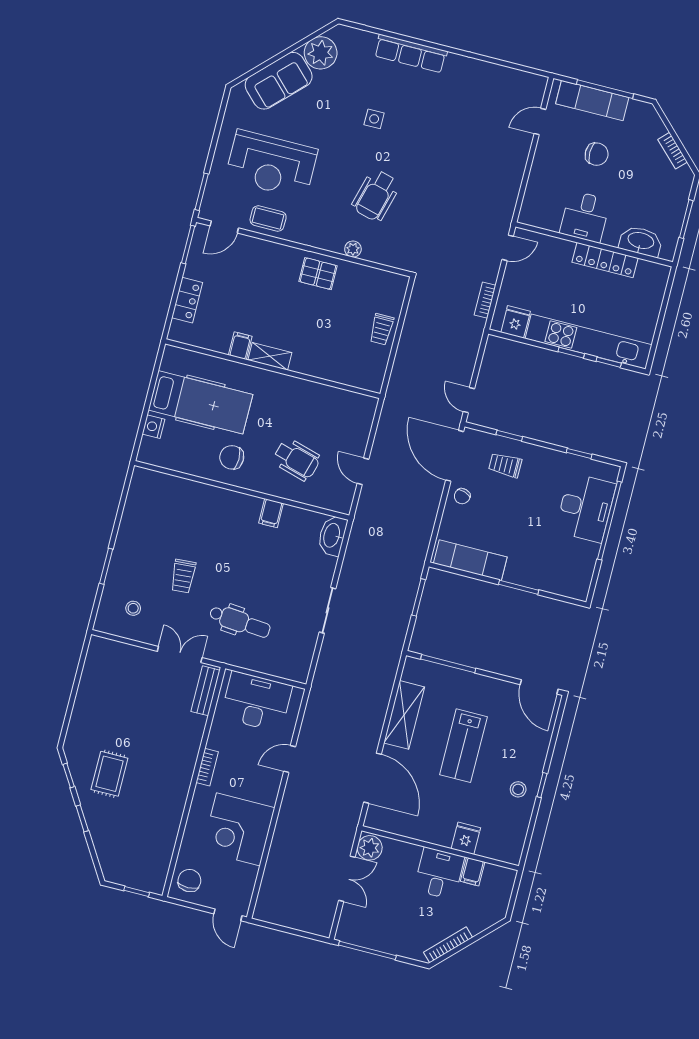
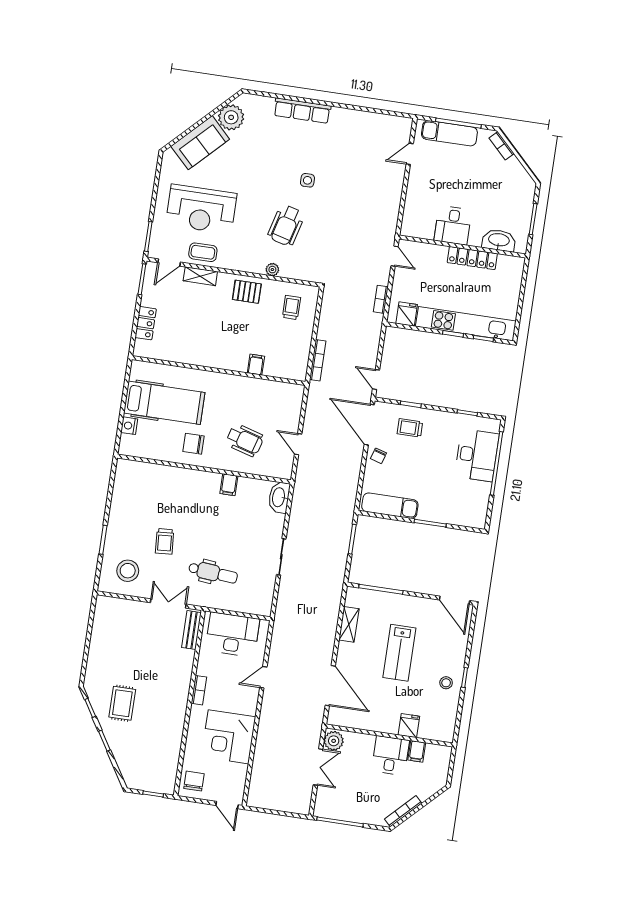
side table: (374, 119) -> (307, 180), moved
bookcase: (673, 151) -> (502, 146), moved
chair: (597, 154) -> (457, 175), removed
door: (508, 248) -> (394, 256), hinge flipped
trolley: (382, 329) -> (291, 307), moved, turned 180
filing cabinet: (240, 346) -> (256, 365), moved
shelving: (270, 356) -> (200, 276), moved
bookcase: (398, 369) -> (318, 360), added
stool: (133, 608) -> (128, 571), width x1.89, depth x1.89
shelving: (404, 715) -> (349, 624), width x0.67, depth x0.75

